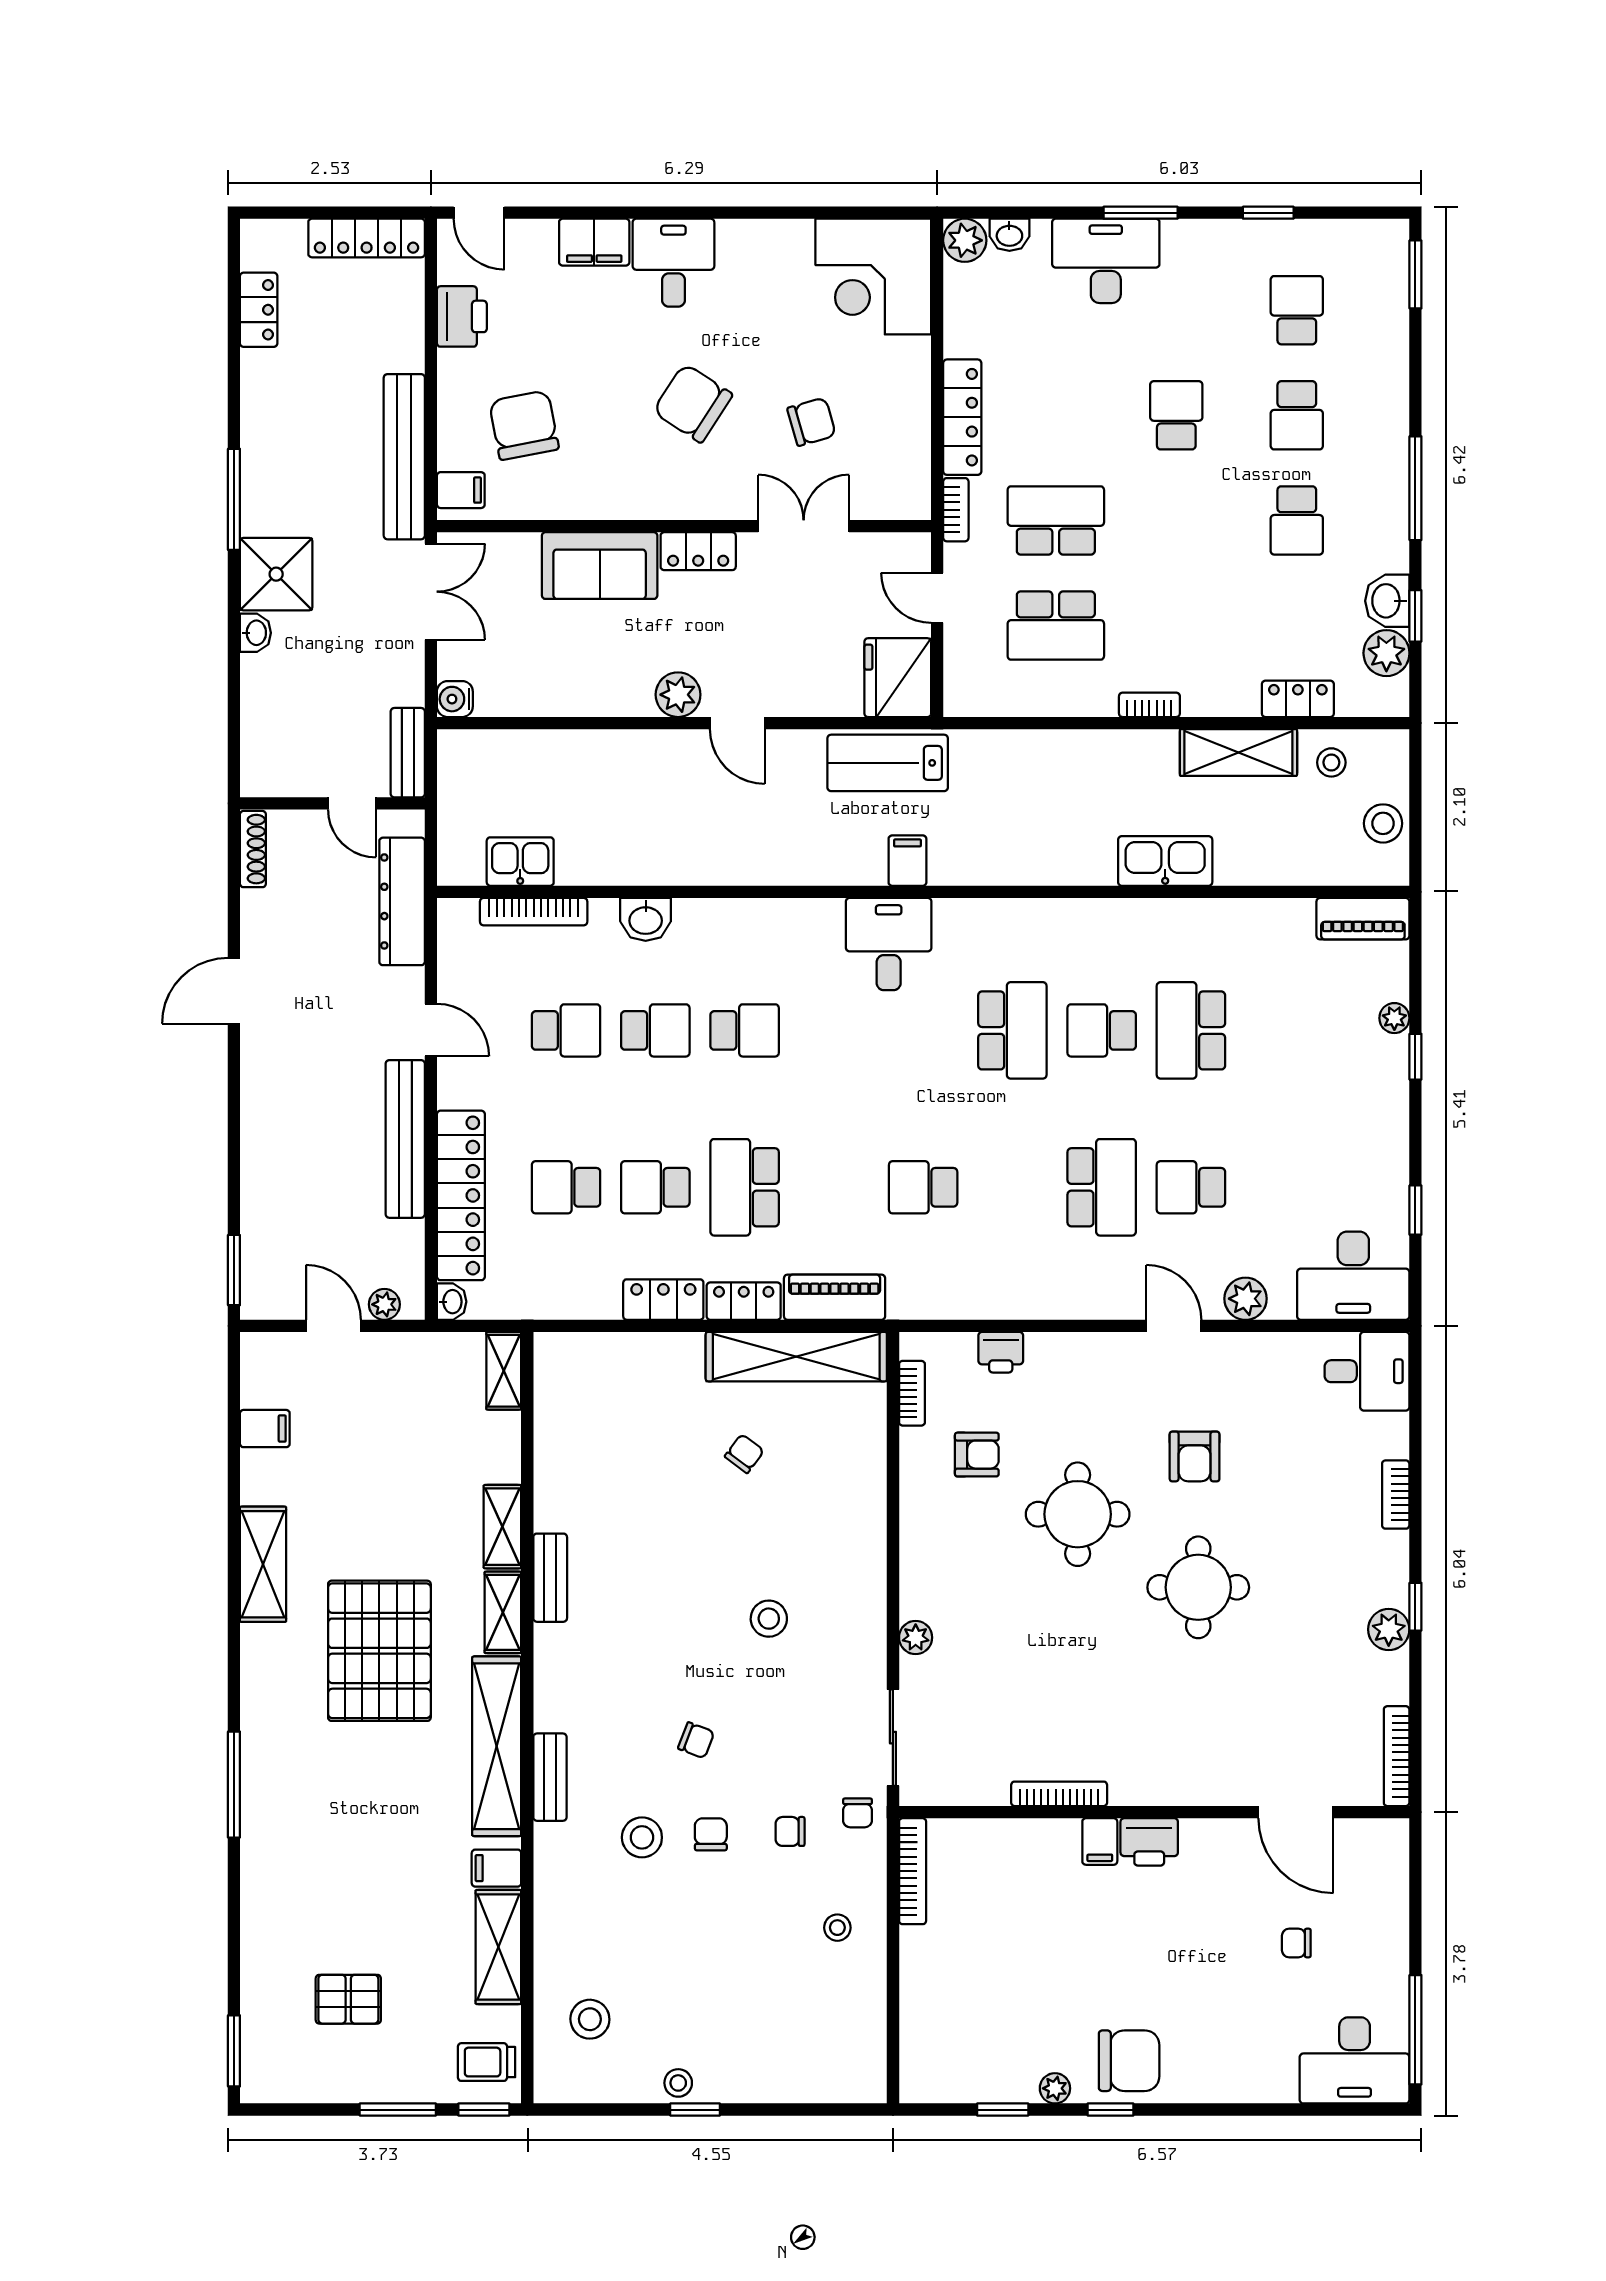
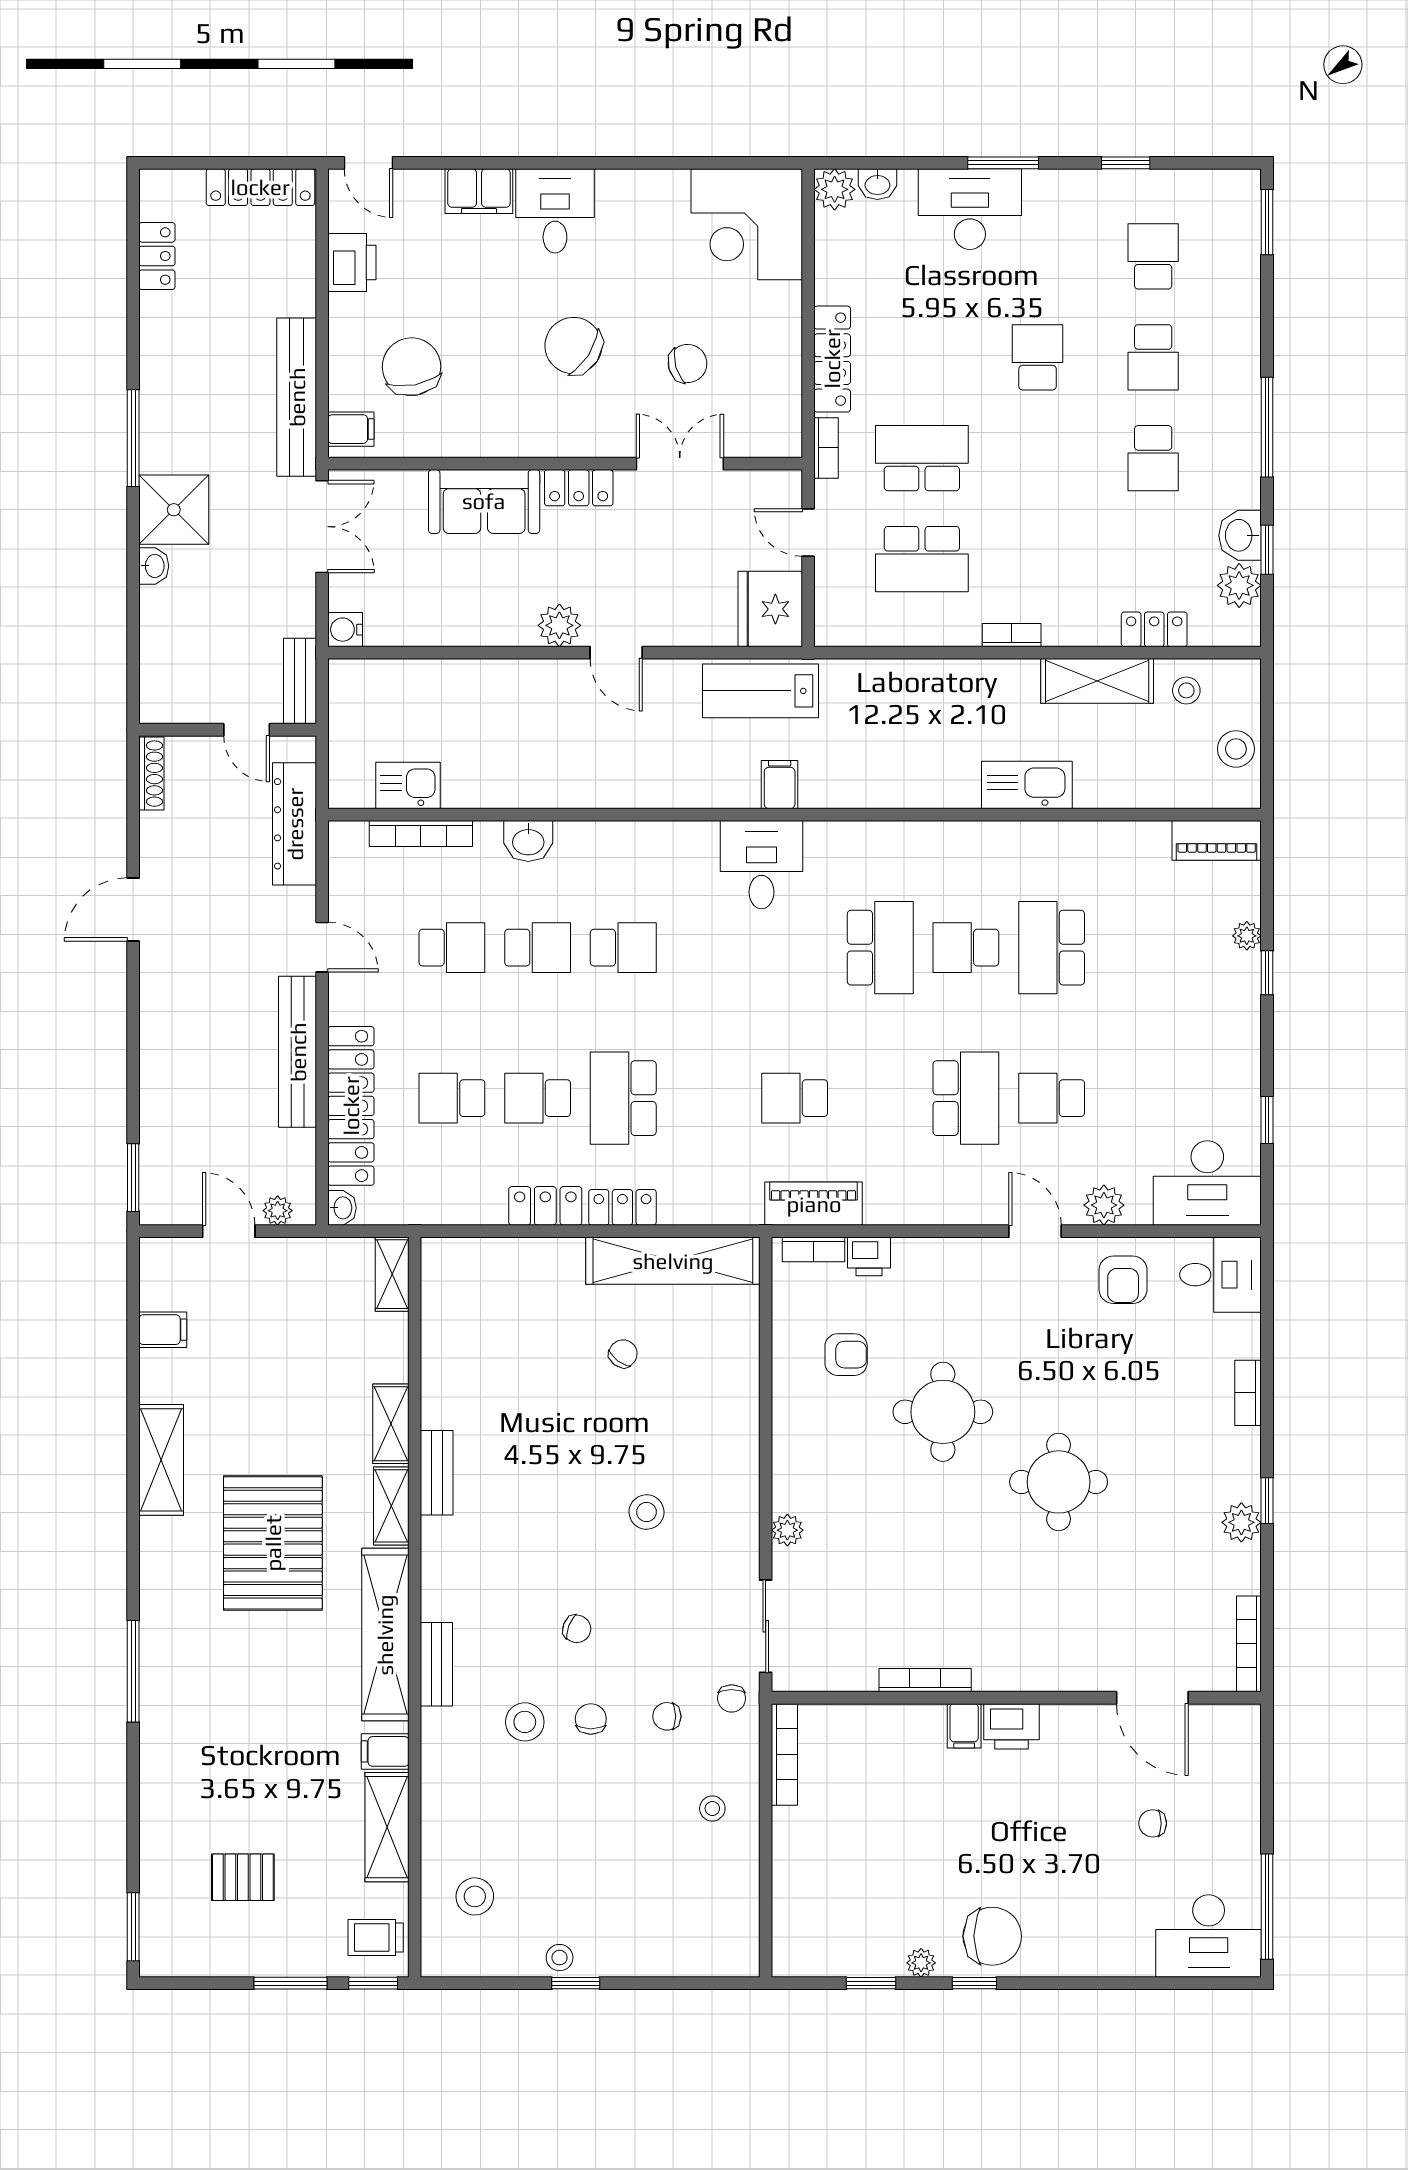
piano: (835, 1297) -> (814, 1204), moved
bookcase: (912, 1393) -> (813, 1249), moved, turned 90
armchair: (1195, 1456) -> (1123, 1280), moved

